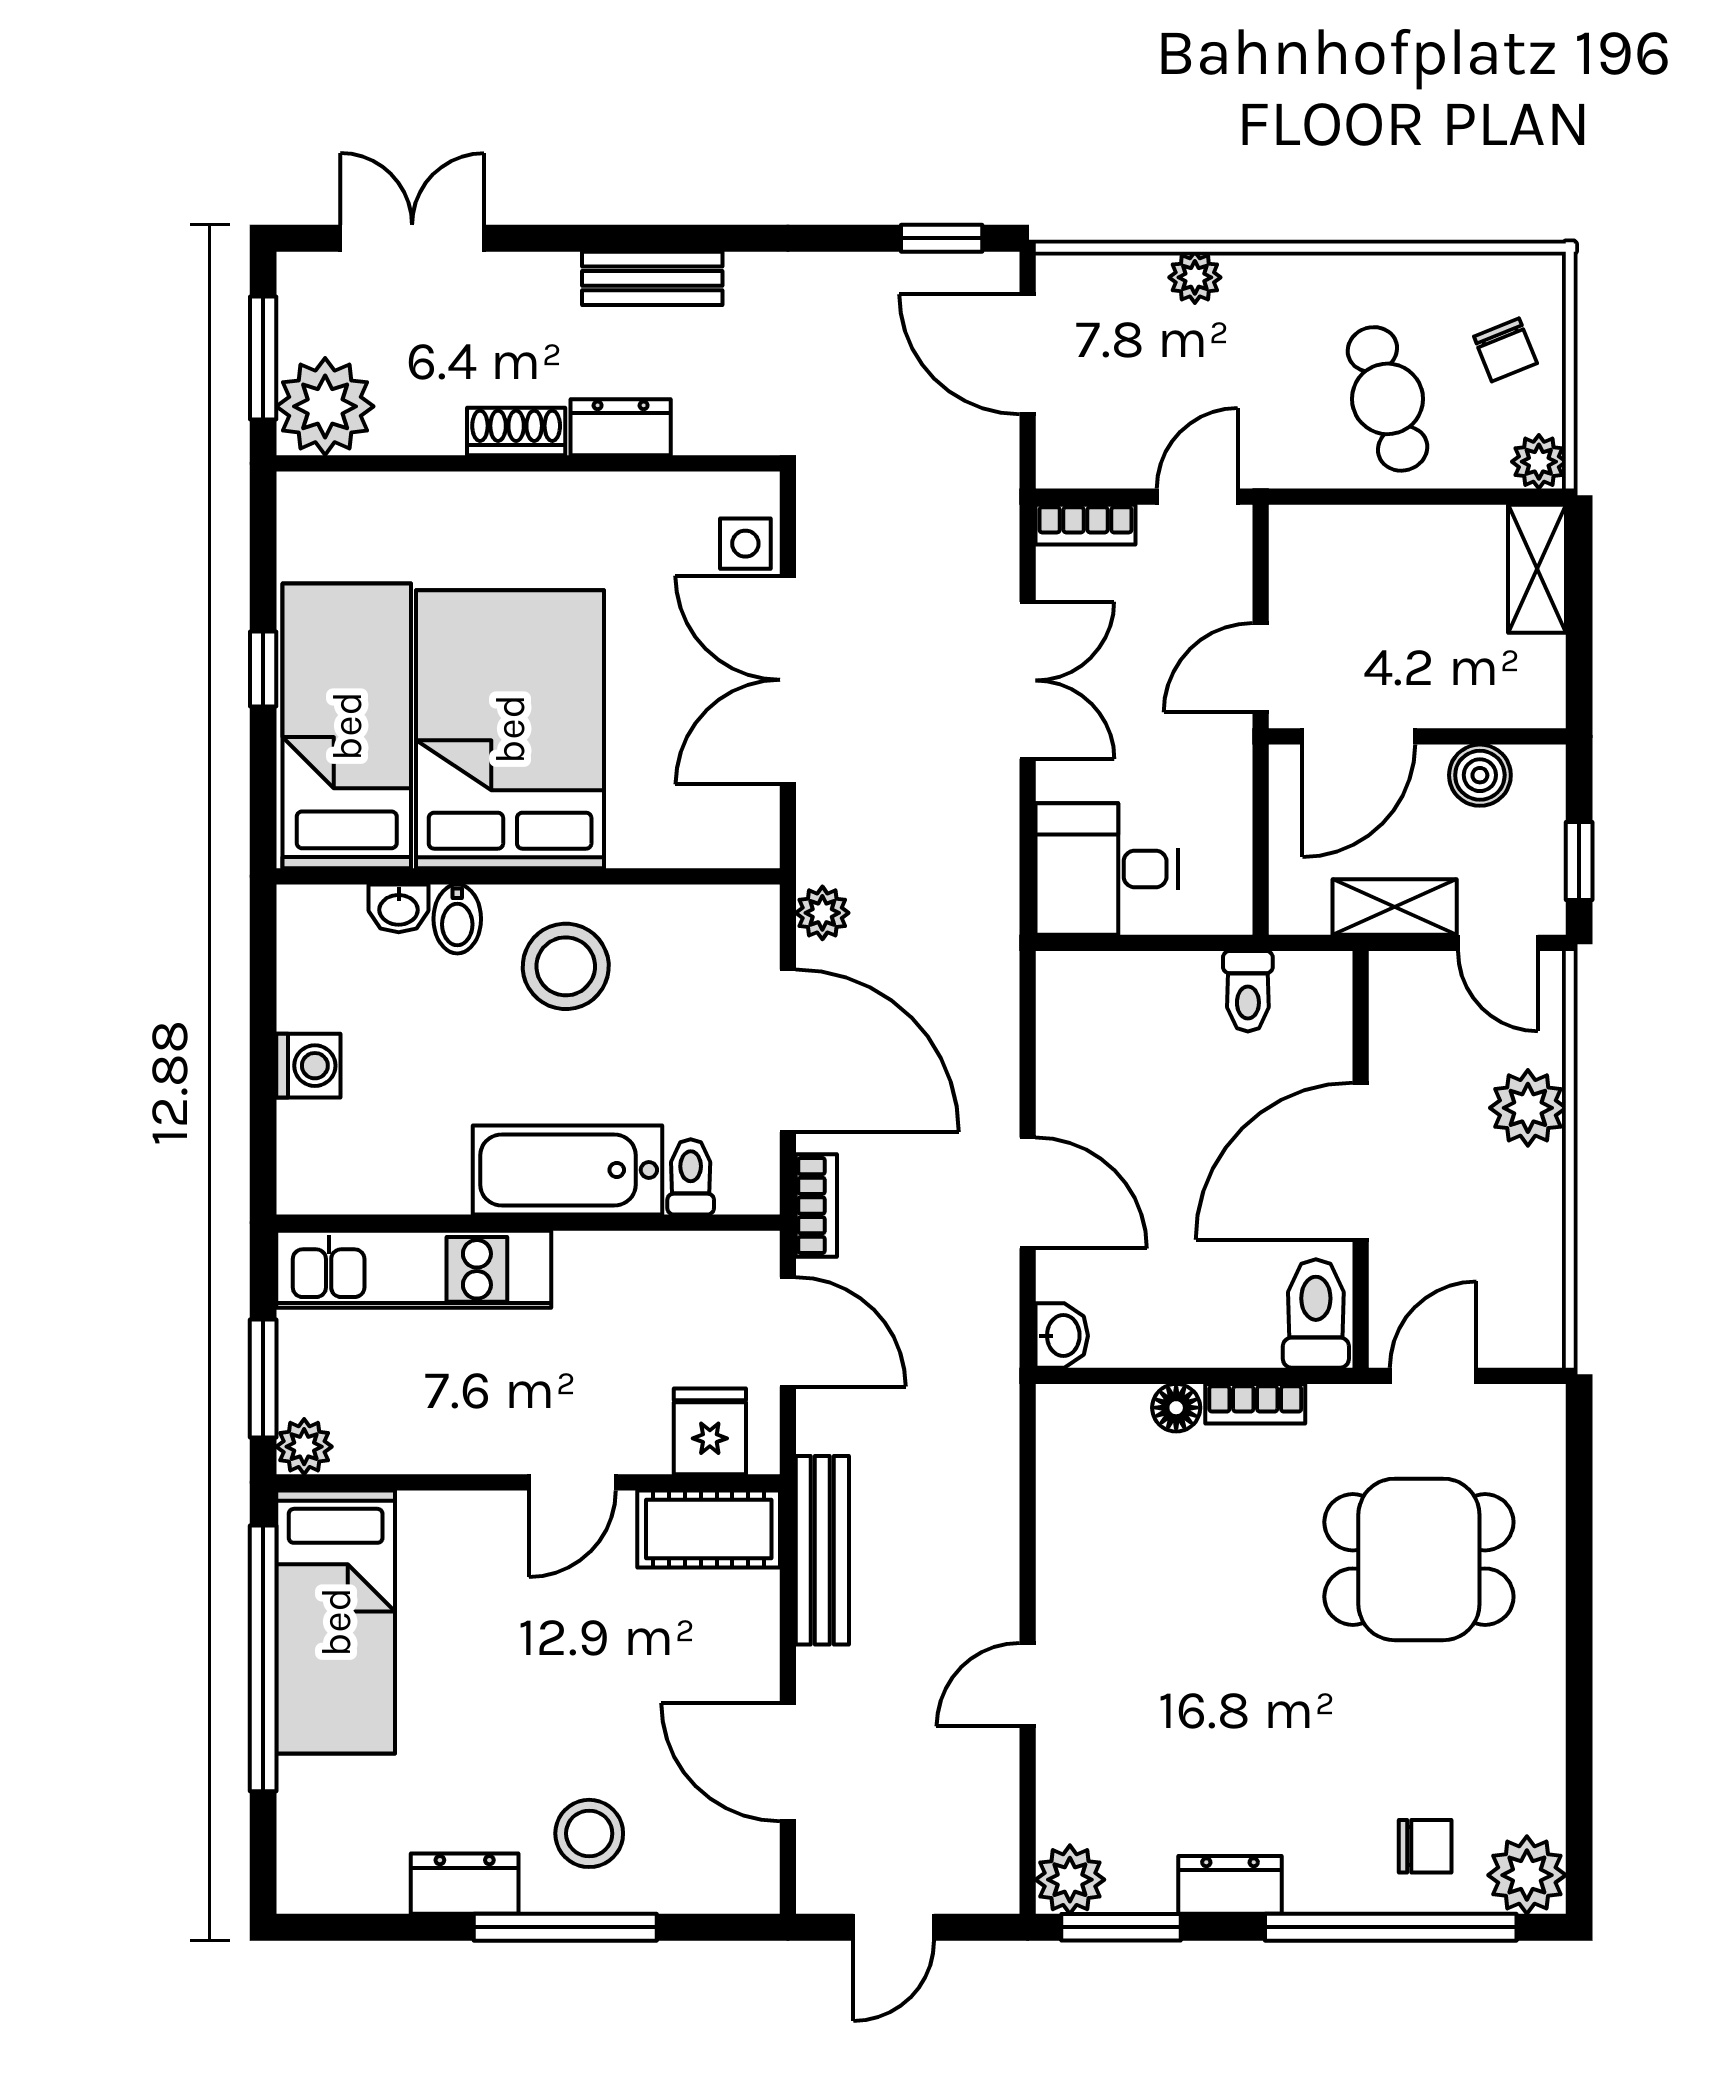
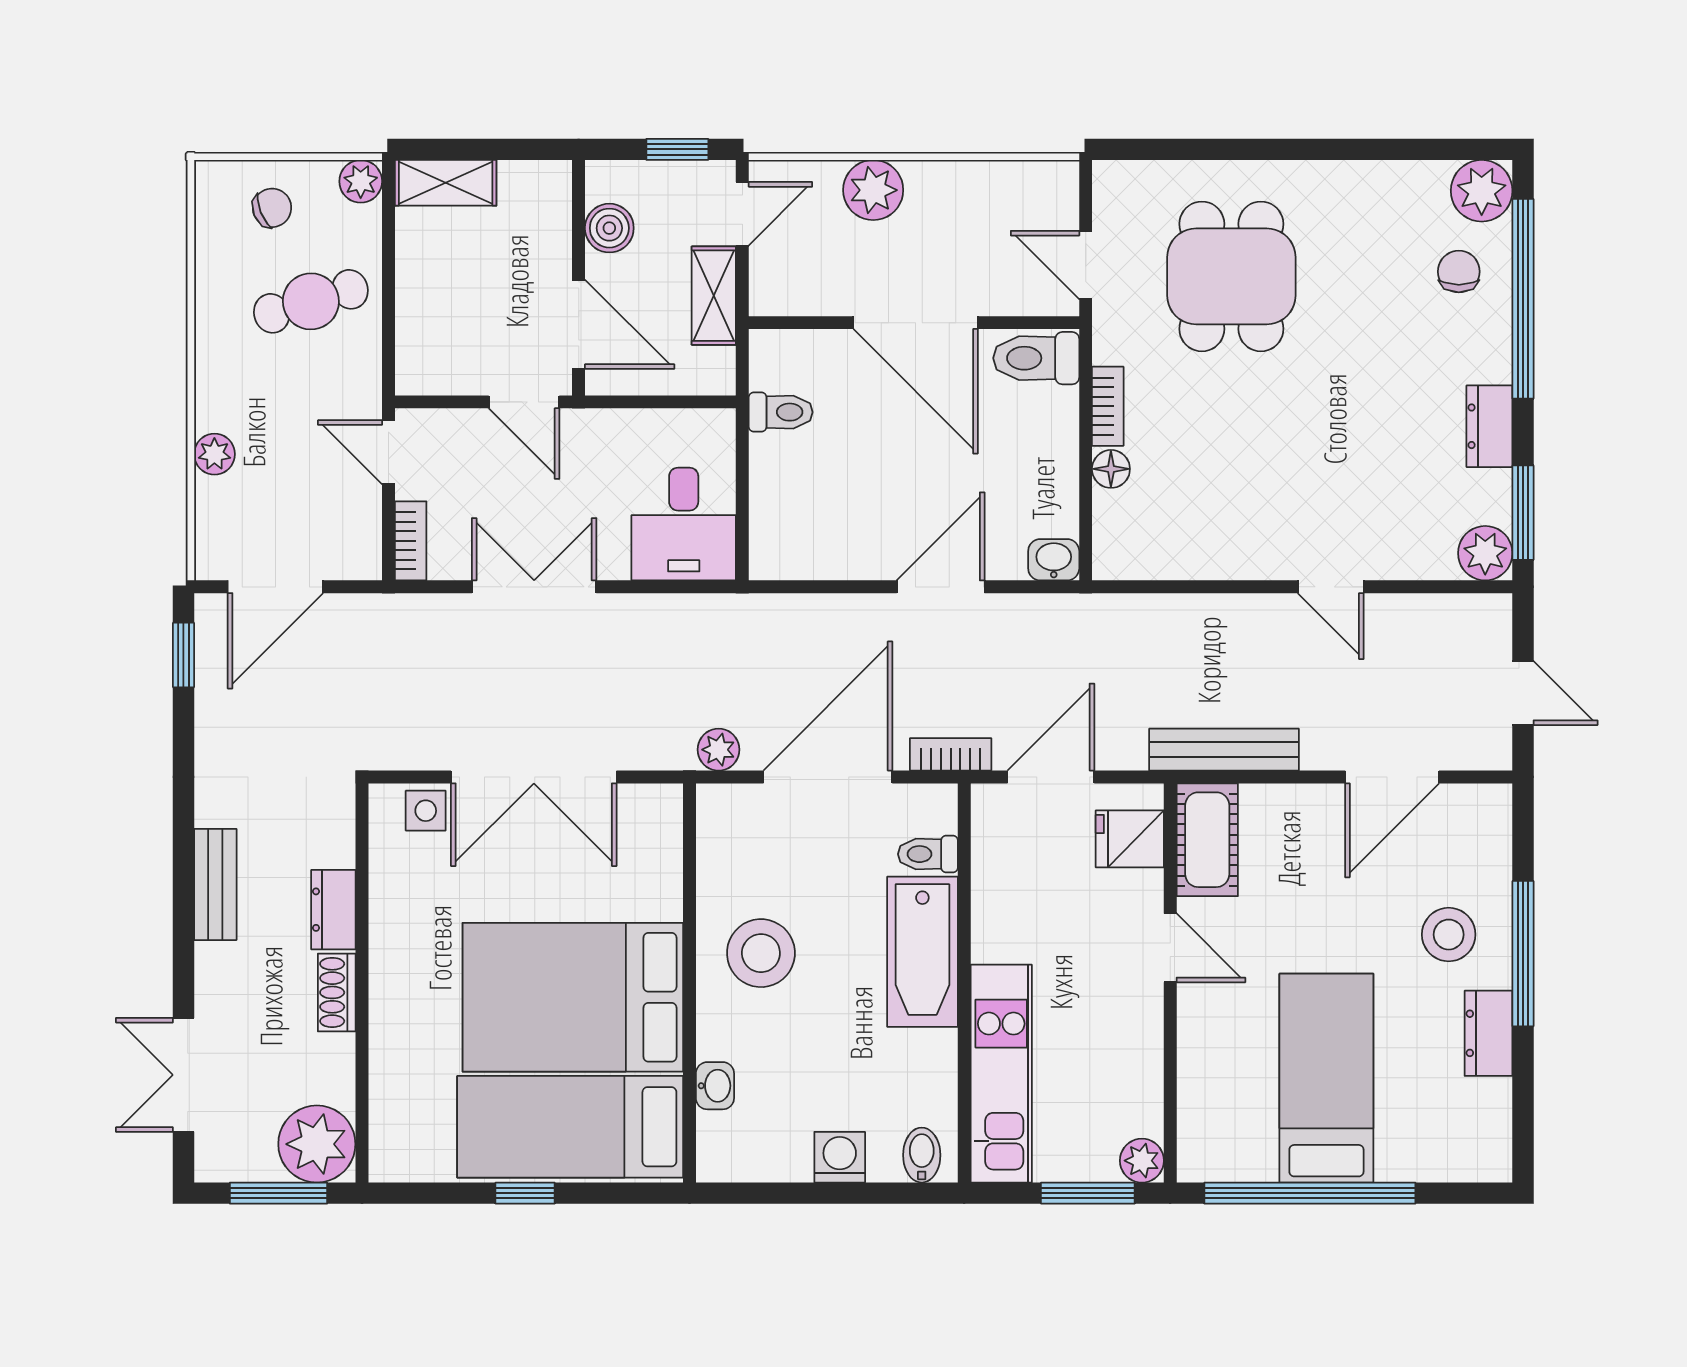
bidet: (457, 919) -> (922, 1155), moved, turned -90
bed: (336, 1622) -> (1326, 1078), moved, turned -90

